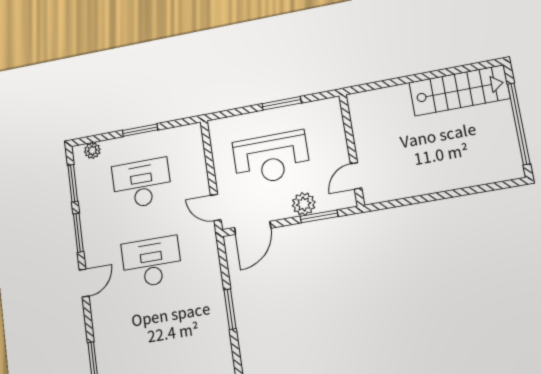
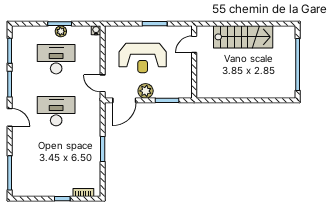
stairs: (459, 90) -> (243, 37), moved
water cooler: (195, 130) -> (96, 30), added
plant: (92, 151) -> (61, 31), moved
door: (356, 176) -> (194, 44), moved
plant: (304, 204) -> (146, 91), moved
door: (84, 283) -> (10, 117), hinge flipped

